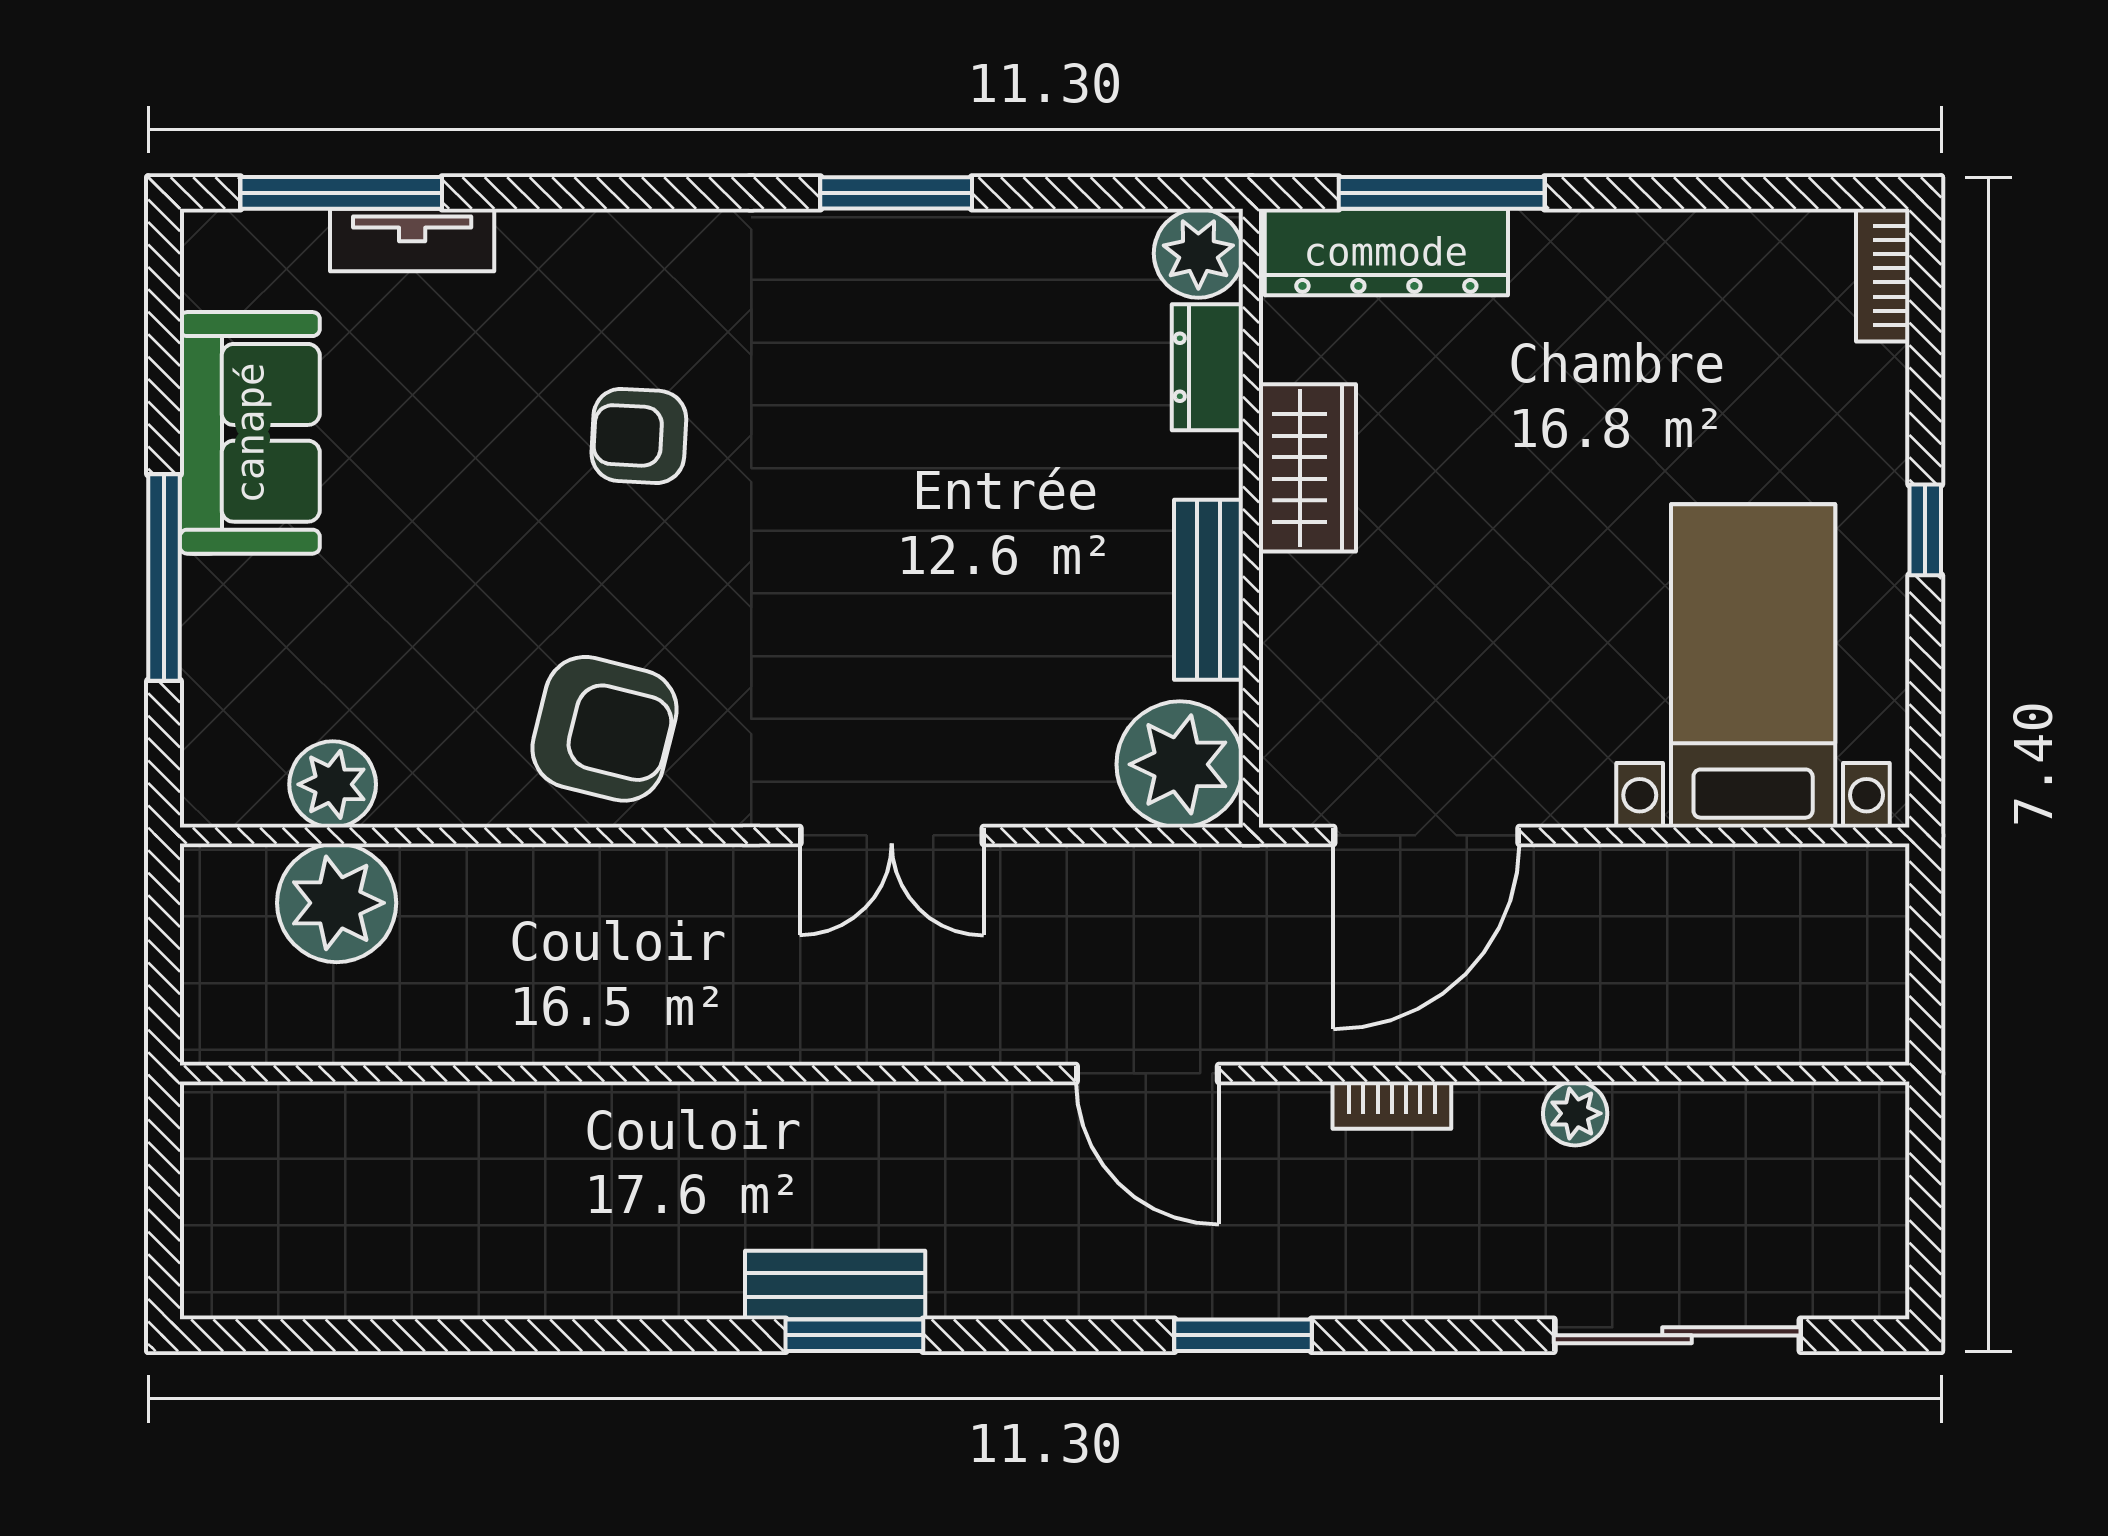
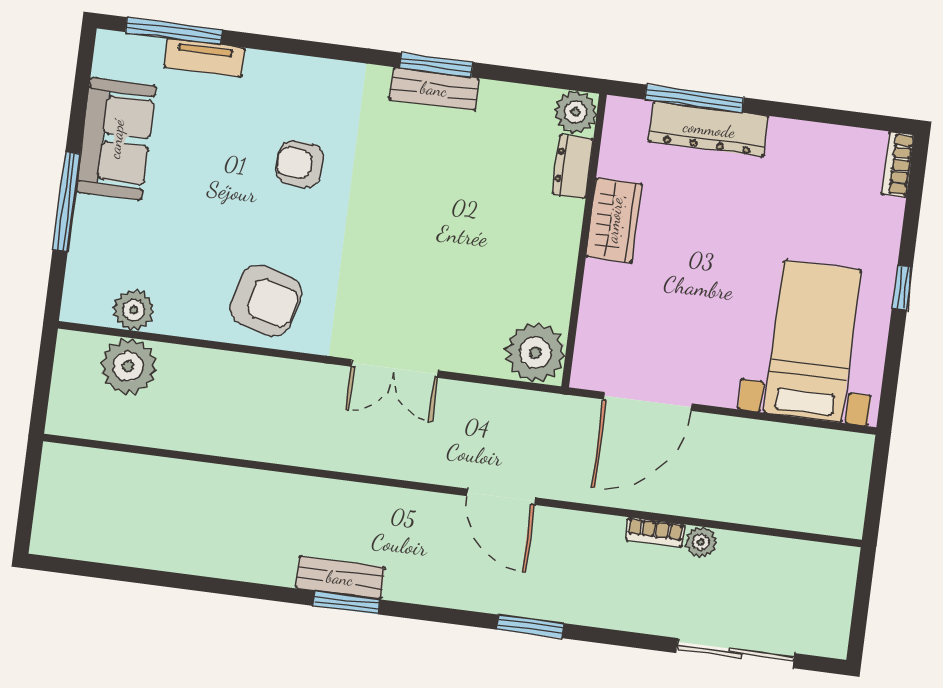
dresser: (1386, 252) -> (709, 129), moved
bench: (1209, 590) -> (434, 89), moved, turned 90
bookcase: (1392, 1105) -> (655, 532), moved

